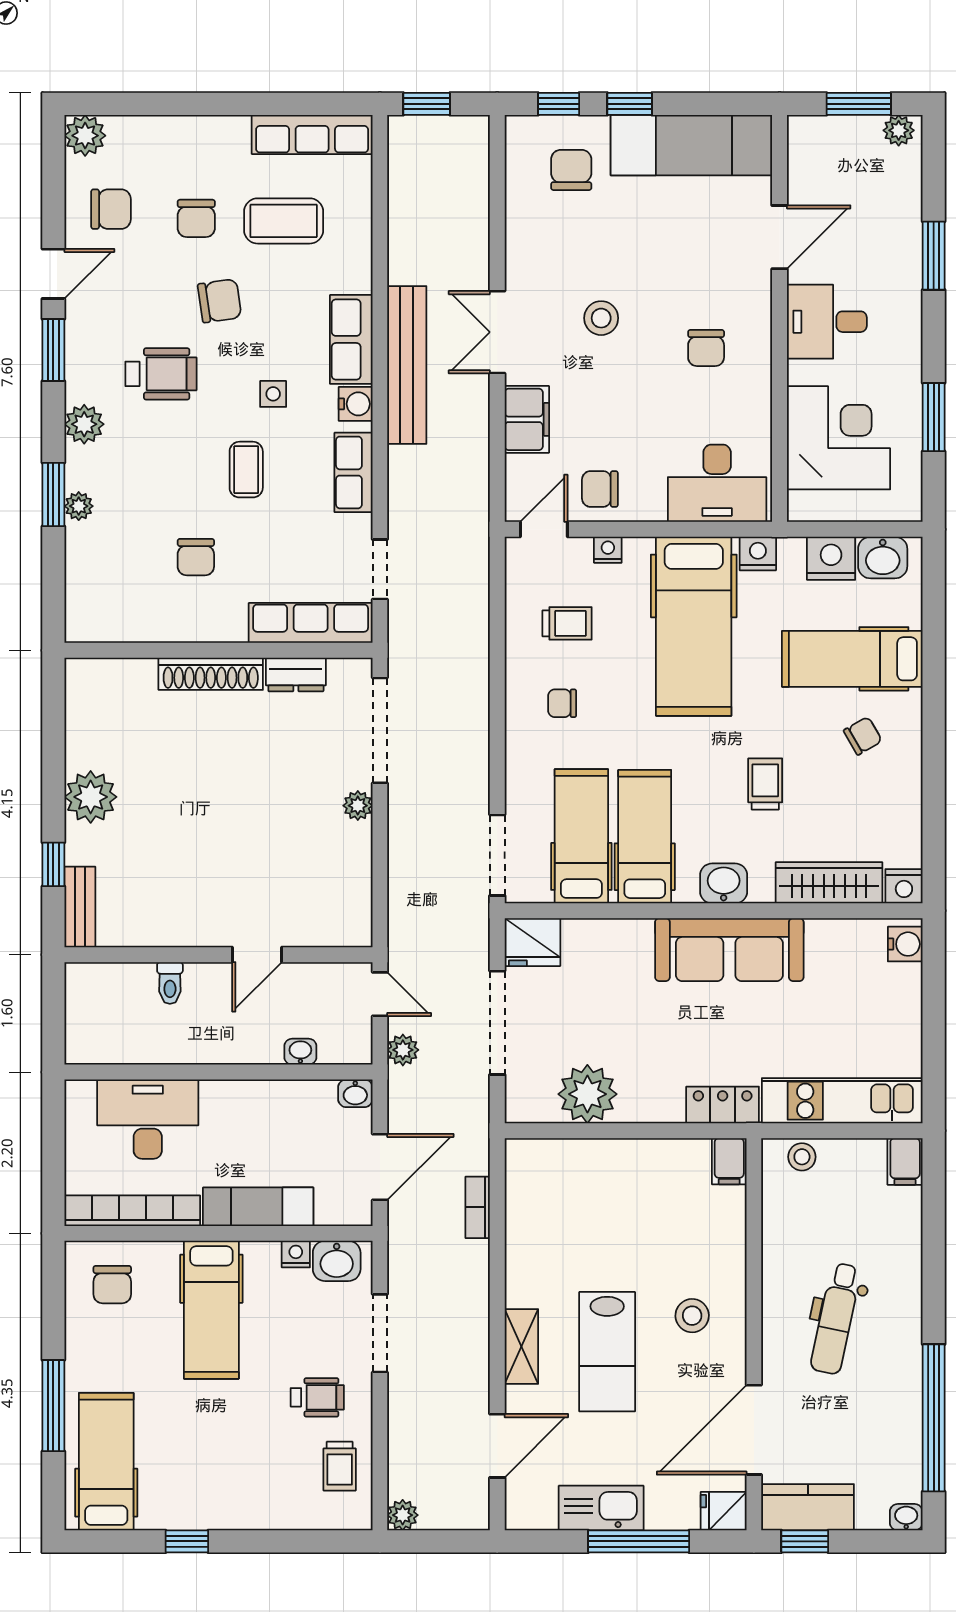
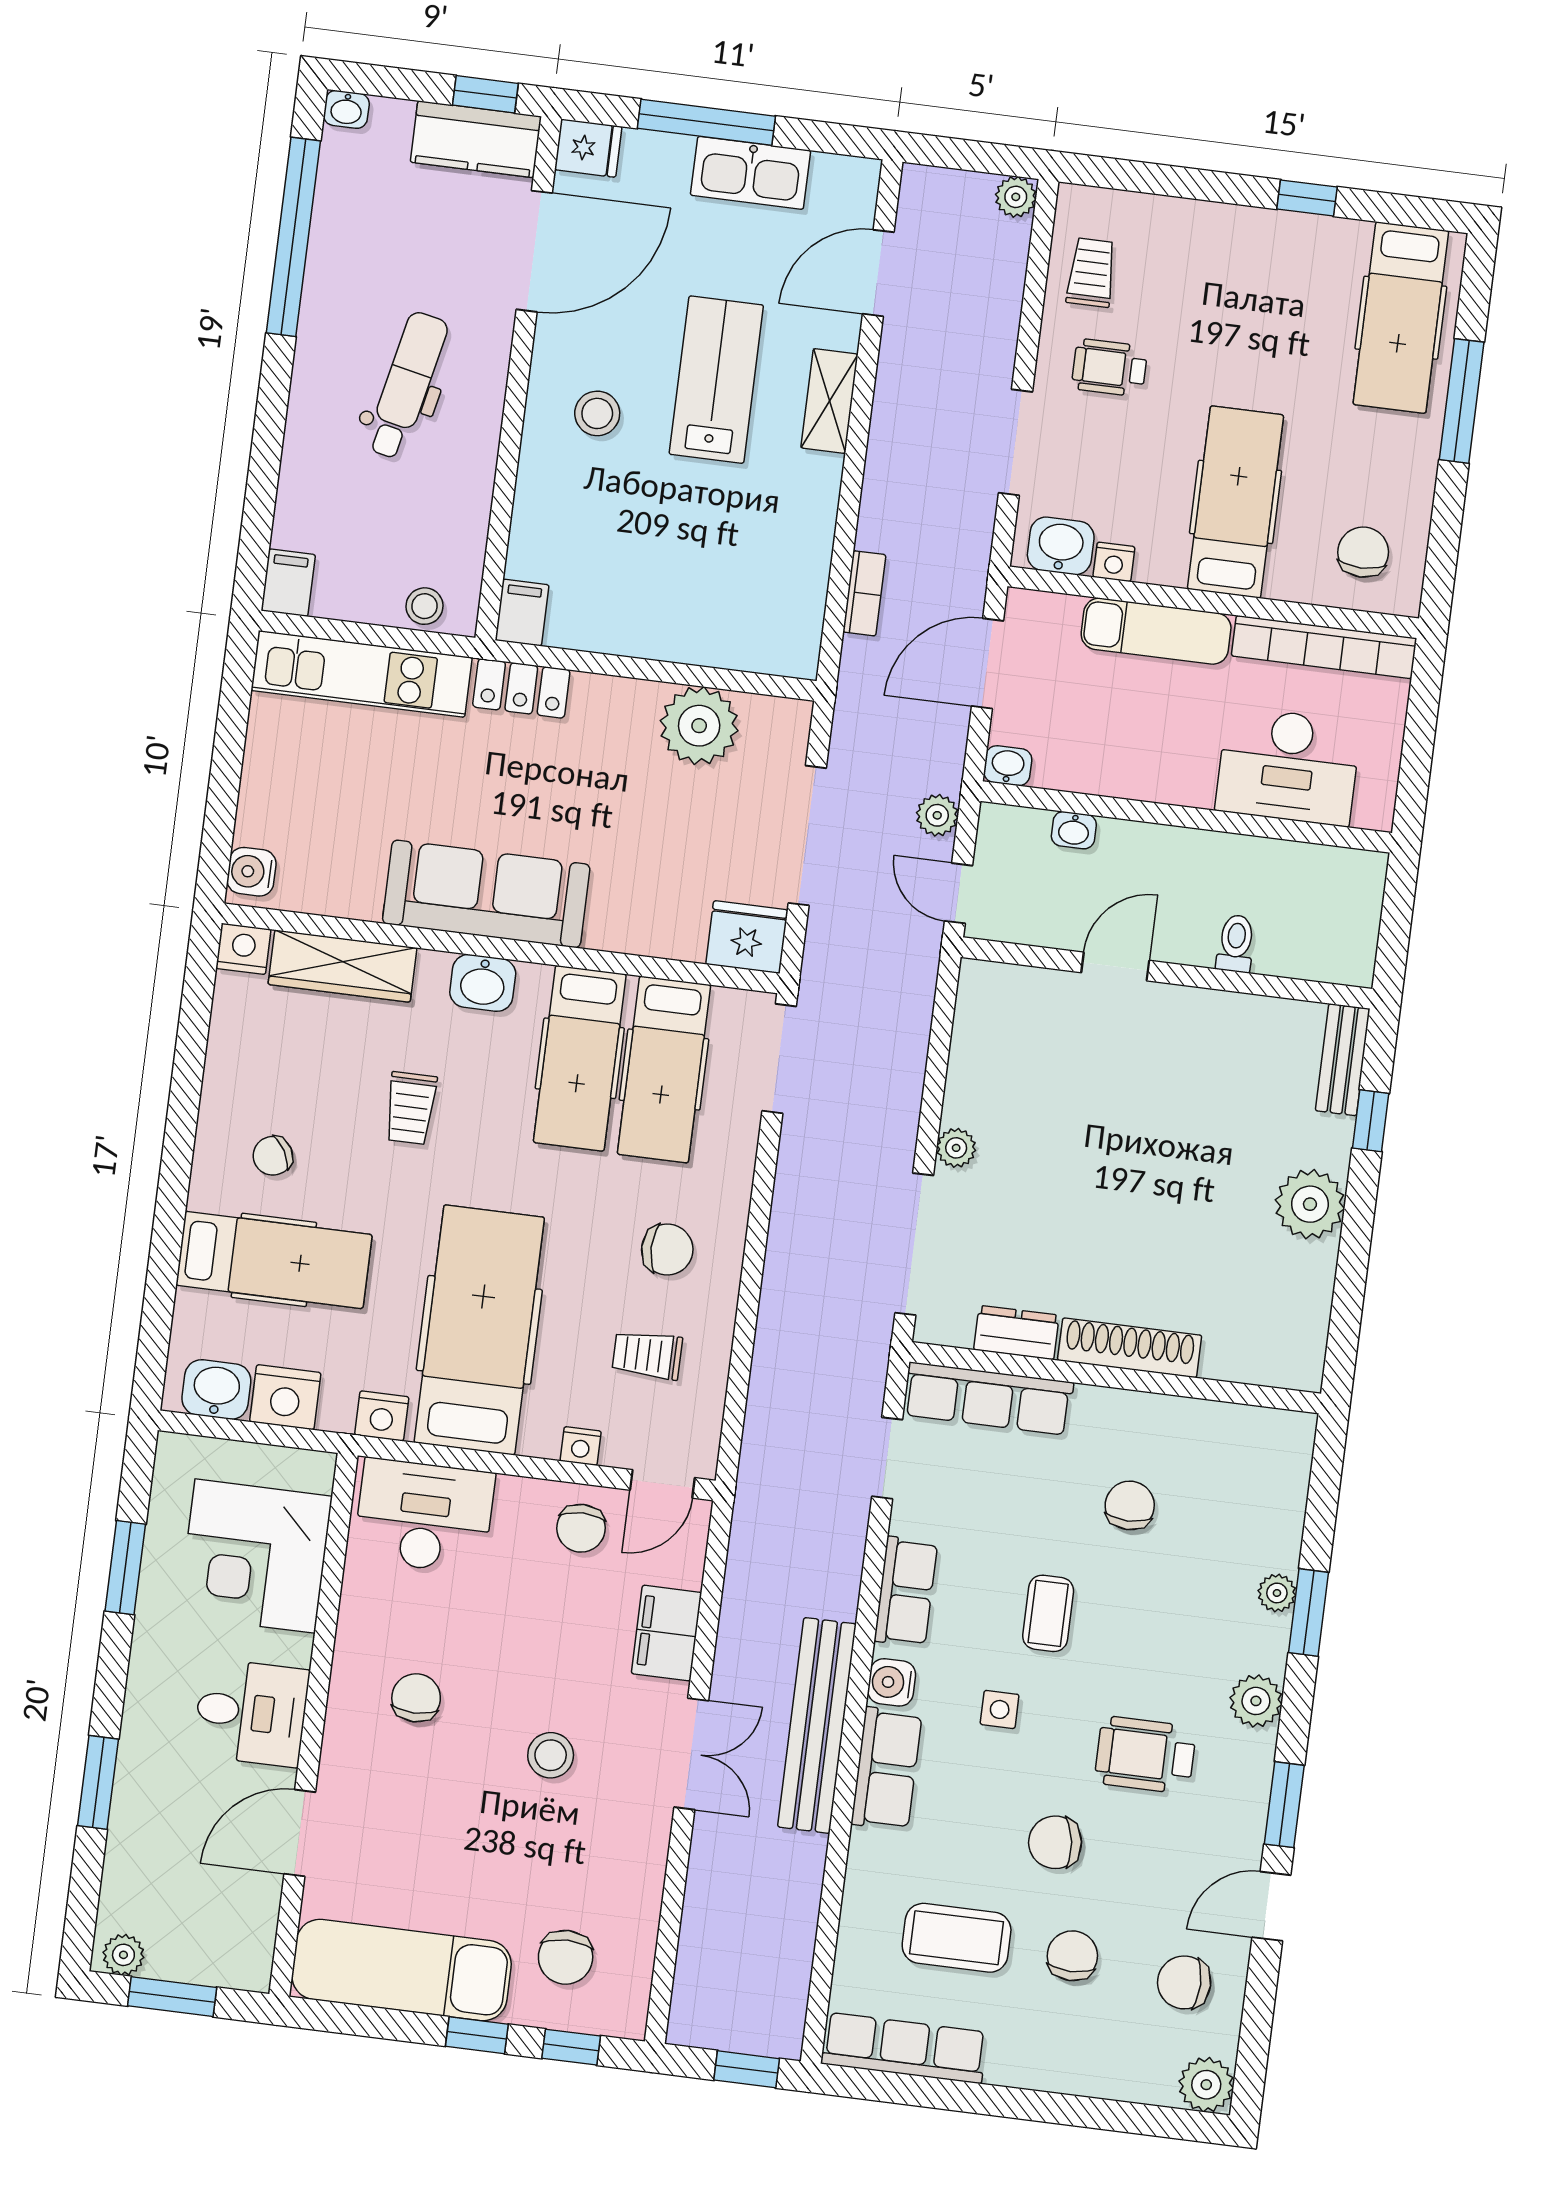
chair: (600, 489) -> (581, 1528), turned 90
chair: (562, 703) -> (667, 1250), width x1.37, depth x1.37

